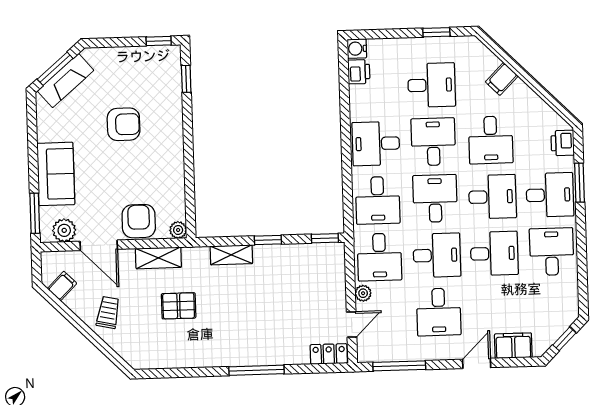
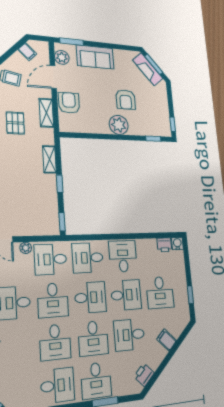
printer: (563, 143) -> (144, 375), moved, turned -45
armchair: (139, 221) -> (69, 103), turned -90
plant: (178, 230) -> (119, 125), moved, width x1.88, depth x1.88

